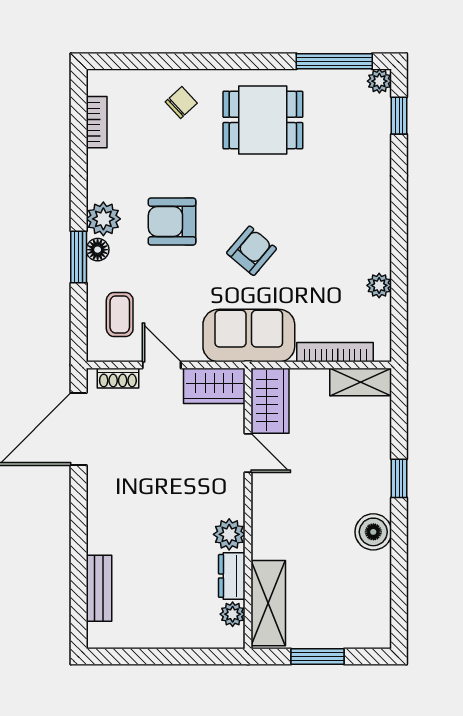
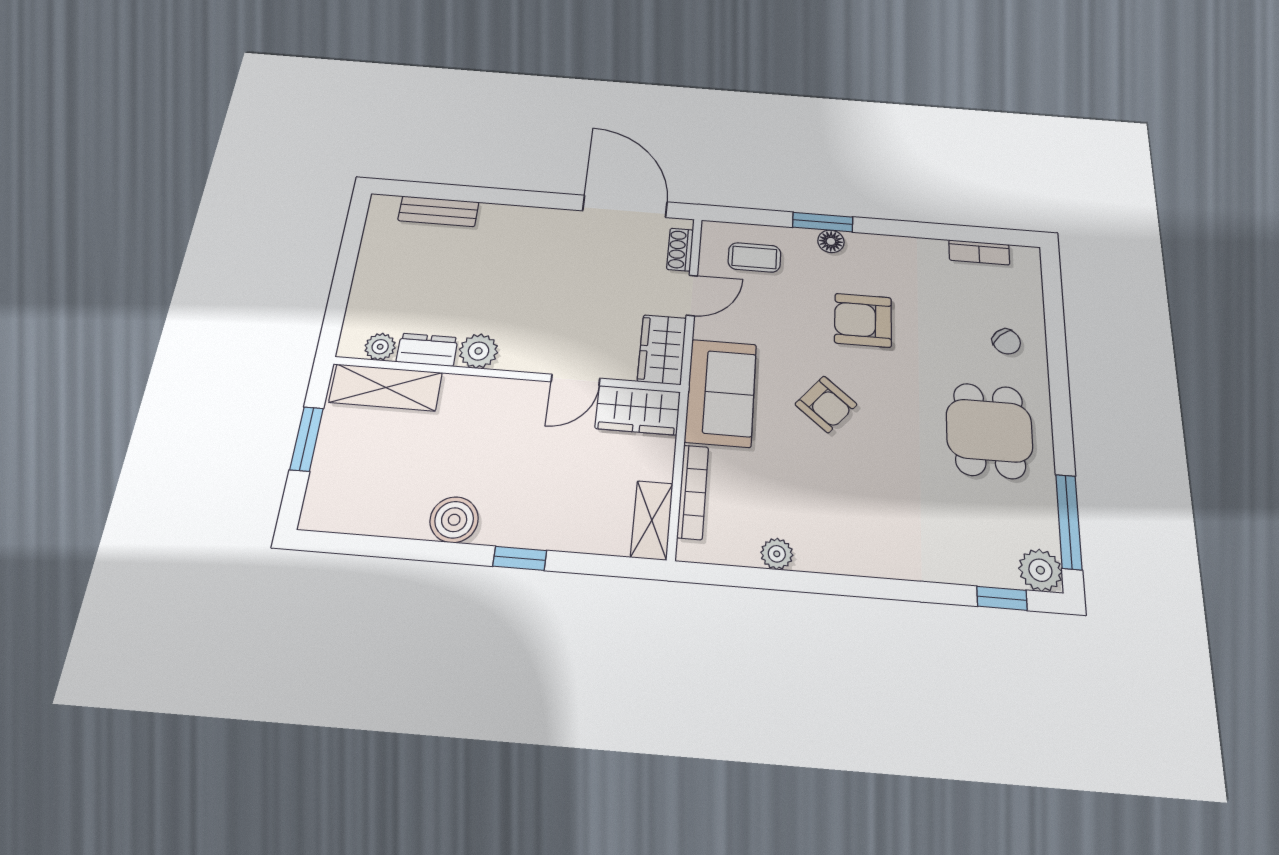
plant: (379, 81) -> (1040, 570), width x1.38, depth x1.38
plant: (103, 219) -> (867, 250), removed
armchair: (172, 222) -> (863, 320), turned -90

